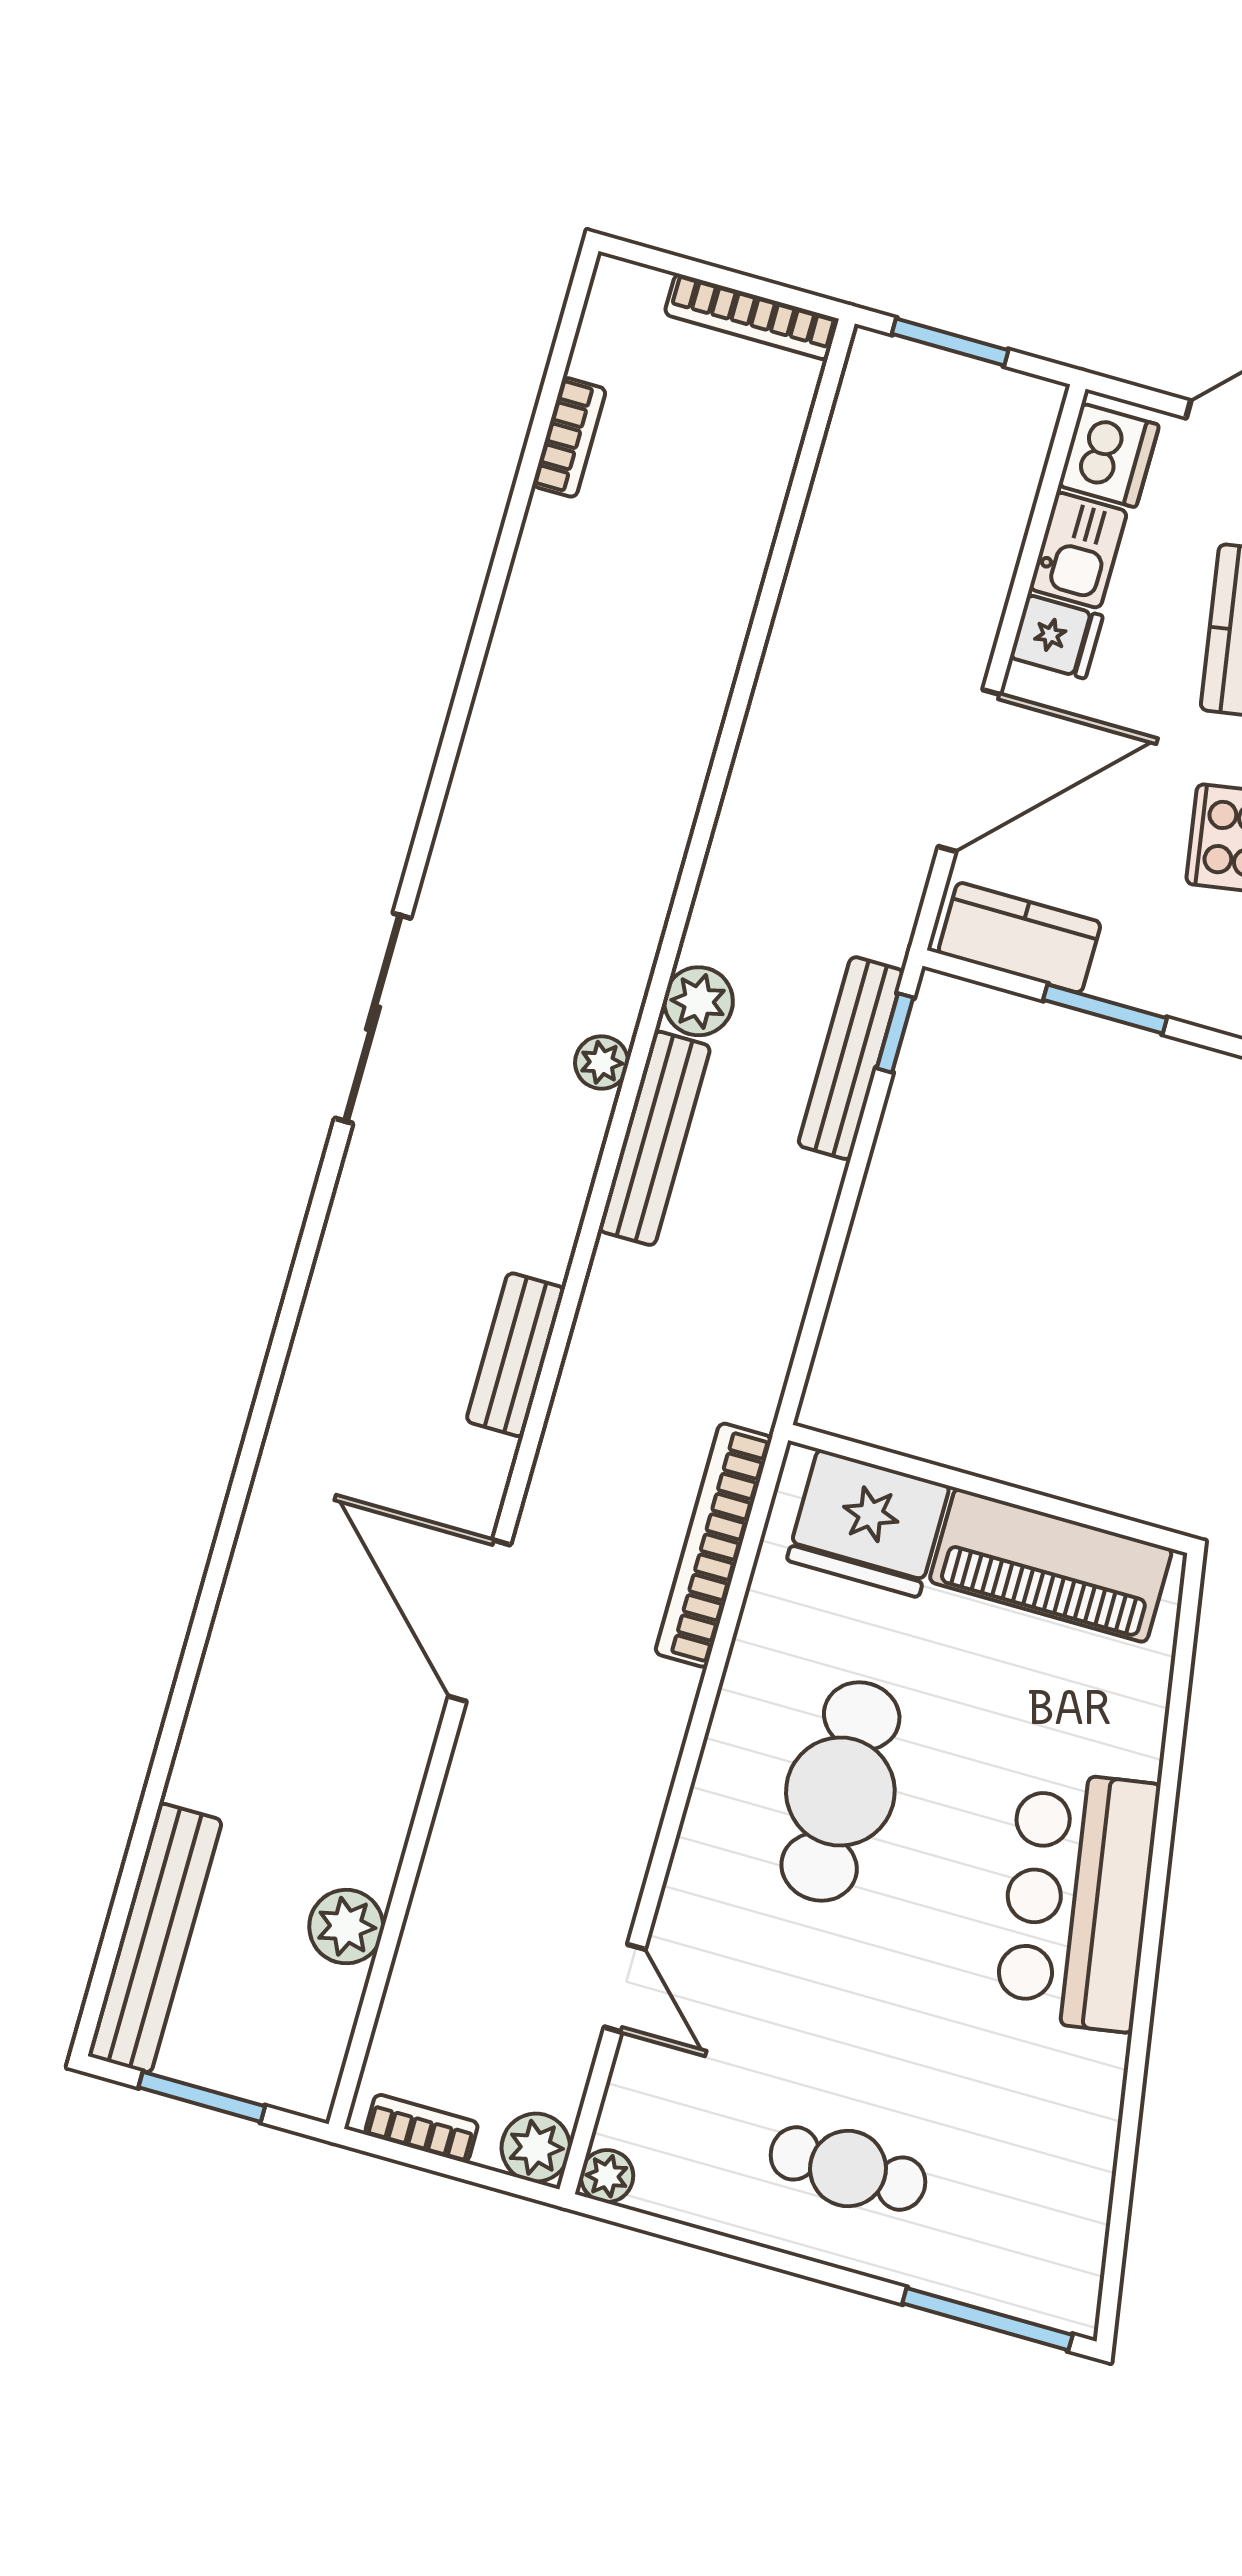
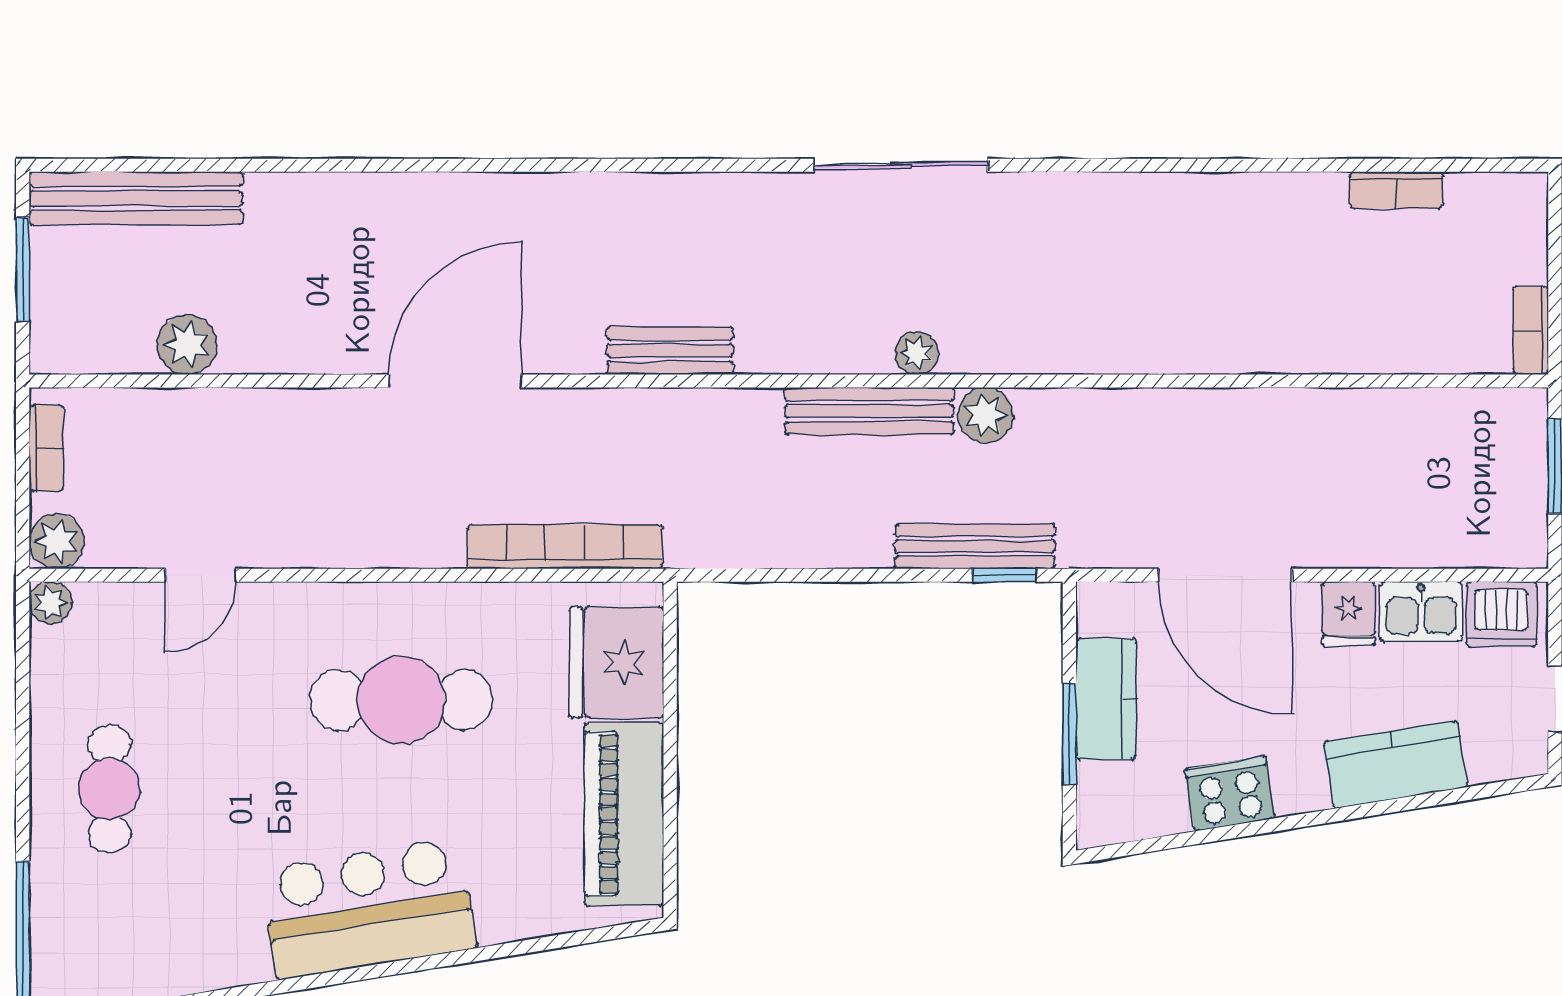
bookcase: (752, 317) -> (1531, 330), width x0.64
kitchen counter: (1019, 938) -> (1106, 699), moved

